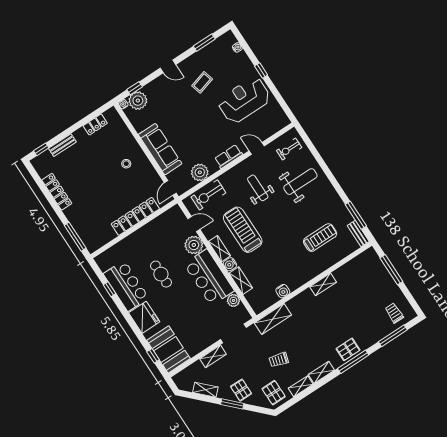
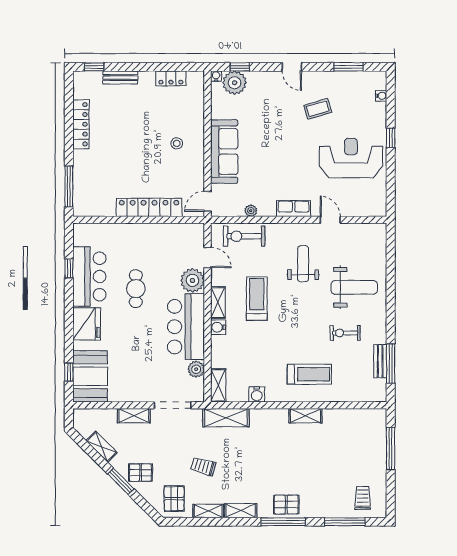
exercise bike: (289, 149) -> (345, 333), moved
plant: (200, 172) -> (251, 211), width x0.53, depth x0.53
treadmill: (243, 230) -> (257, 299), width x0.73, depth x0.73
bench: (358, 233) -> (380, 361), moved
treadmill: (320, 238) -> (309, 374), moved
shelving: (241, 281) -> (218, 385), moved
pallet: (241, 390) -> (140, 473), turned 90

